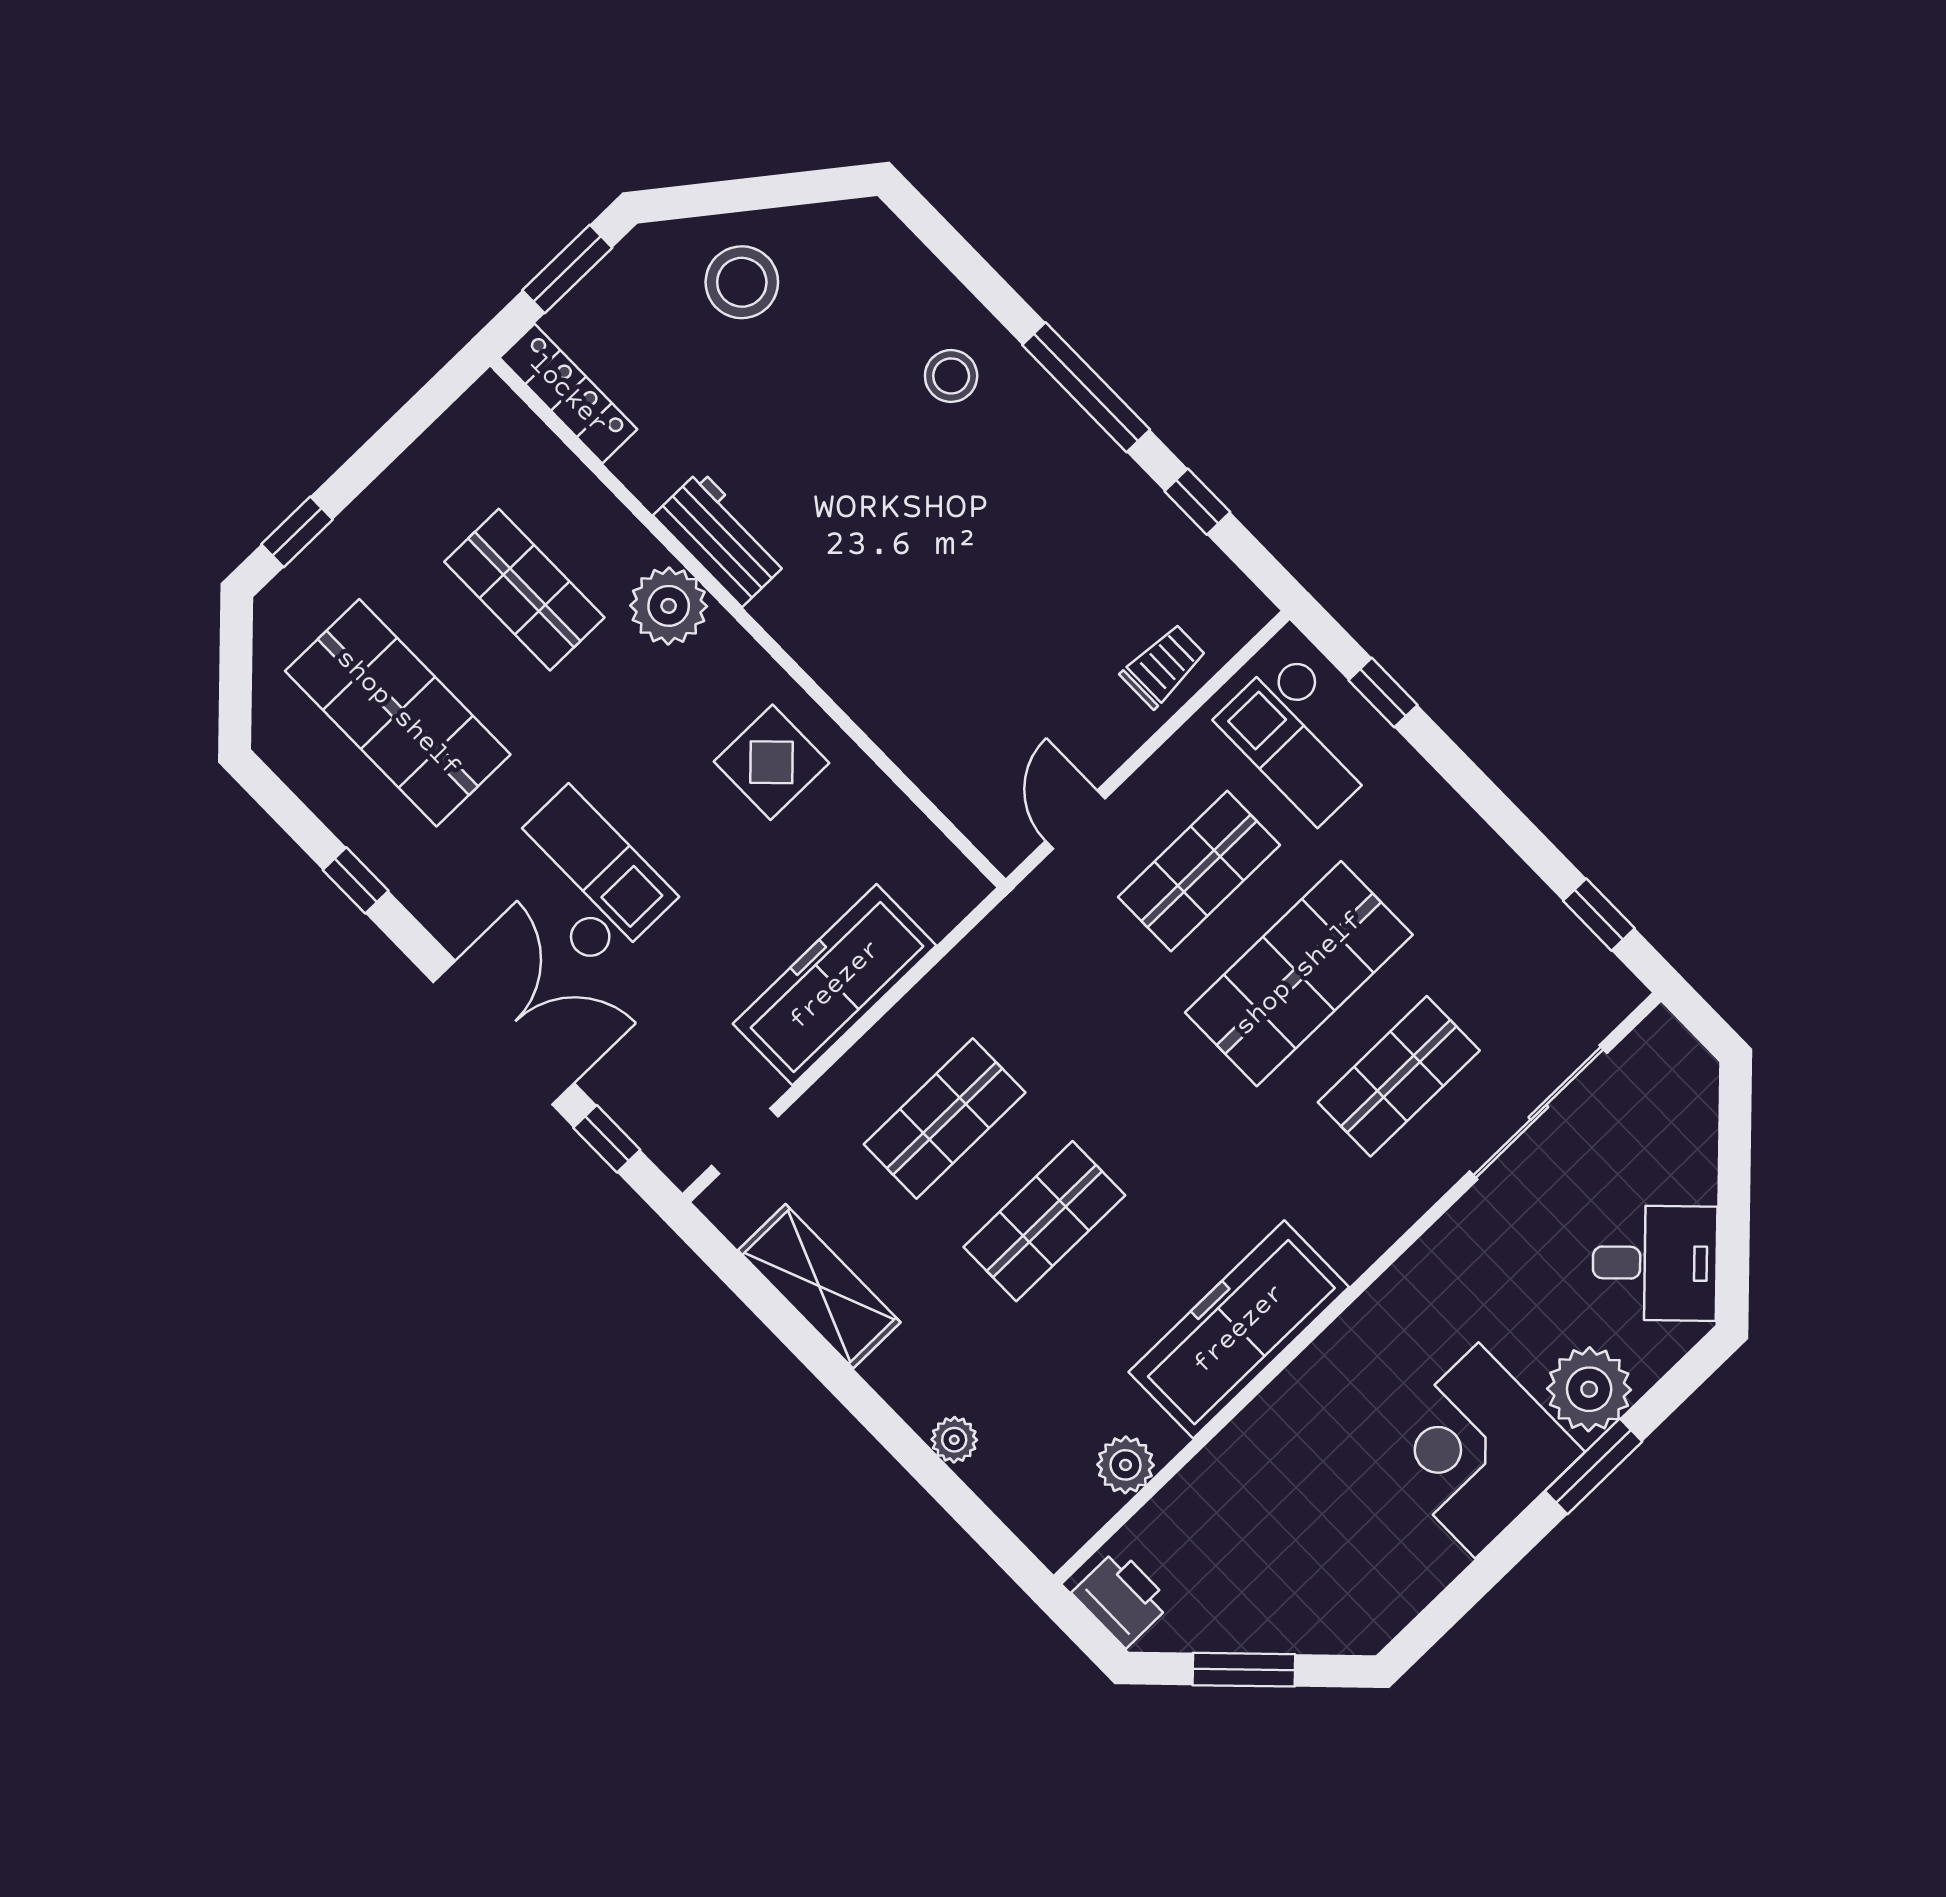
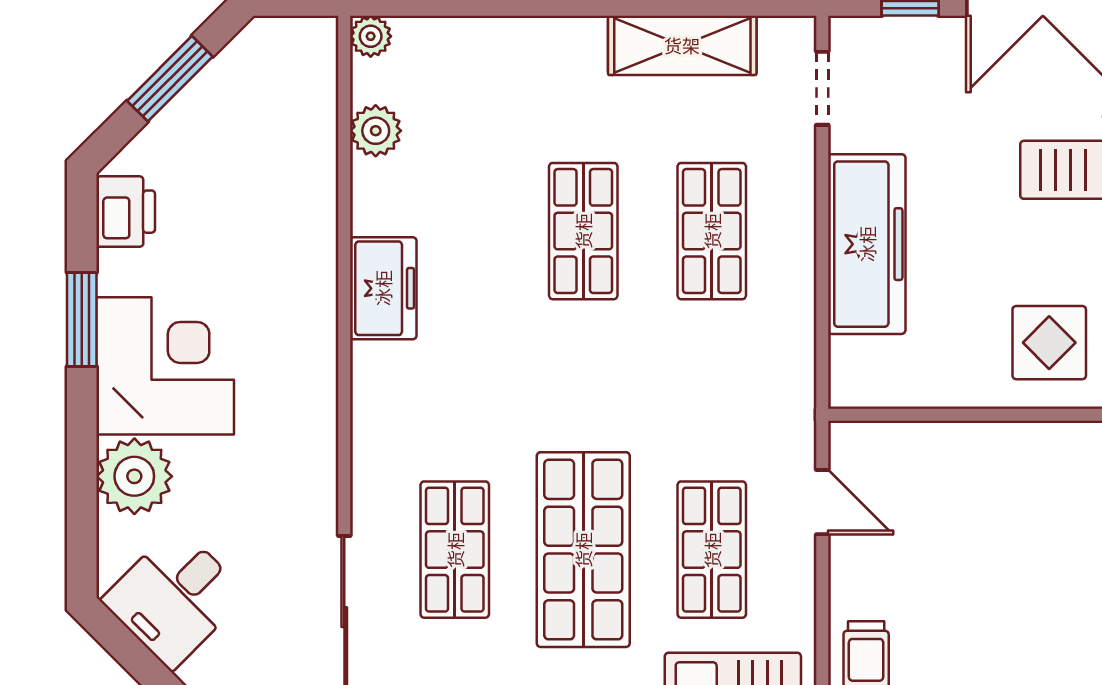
freezer: (1239, 1329) -> (383, 288), width x0.52, depth x0.79
plant: (954, 1440) -> (371, 36), moved
window: (1594, 1466) -> (82, 320), moved
printer: (1122, 1598) -> (126, 212), moved, turned -90

